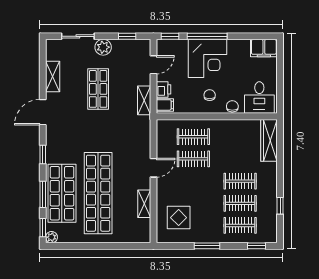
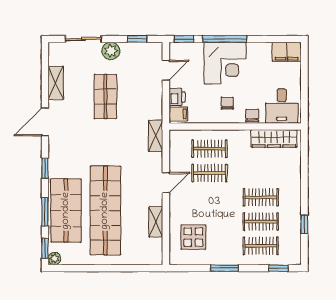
shelving: (144, 100) -> (156, 136), moved
wardrobe: (269, 140) -> (274, 139), moved, turned -90

